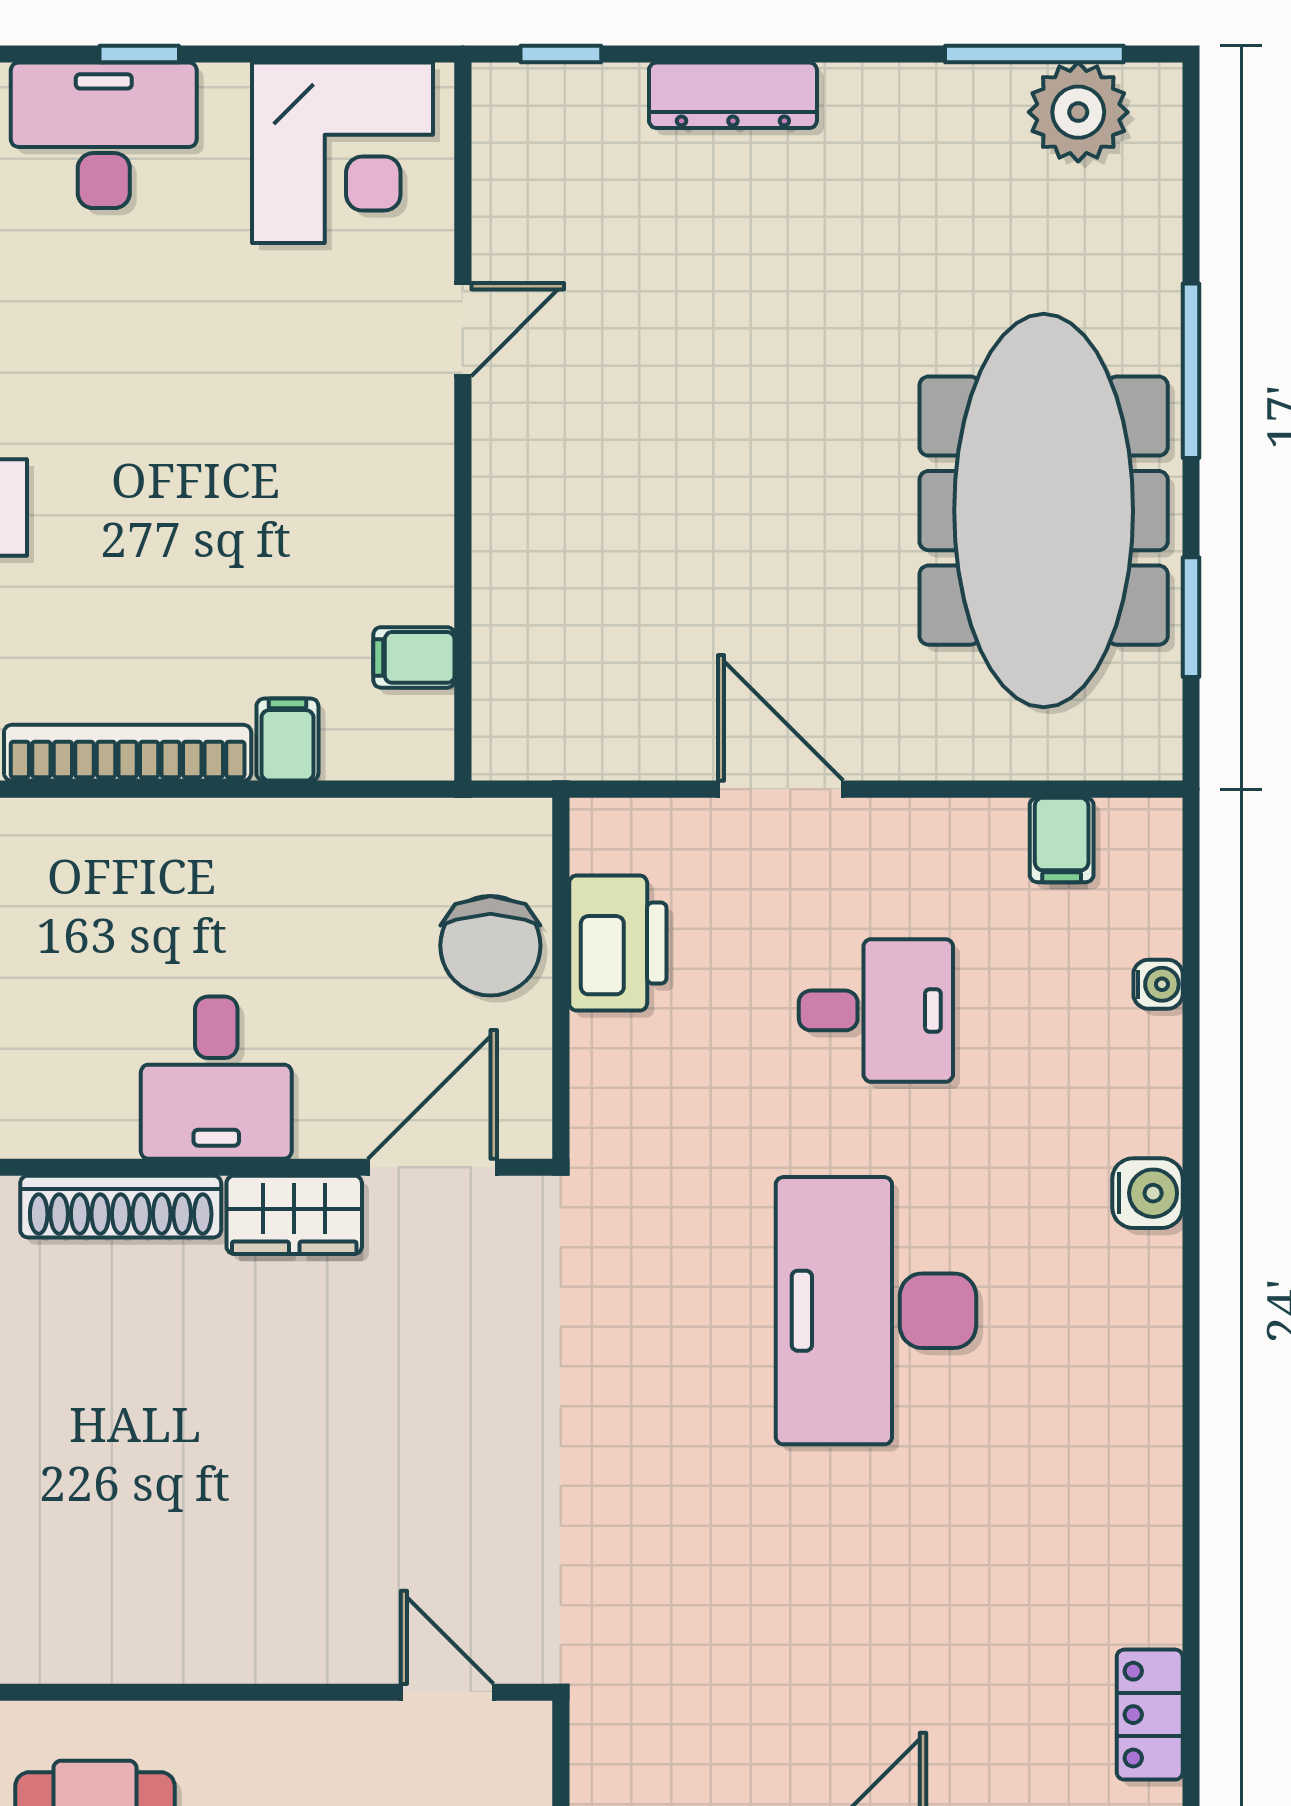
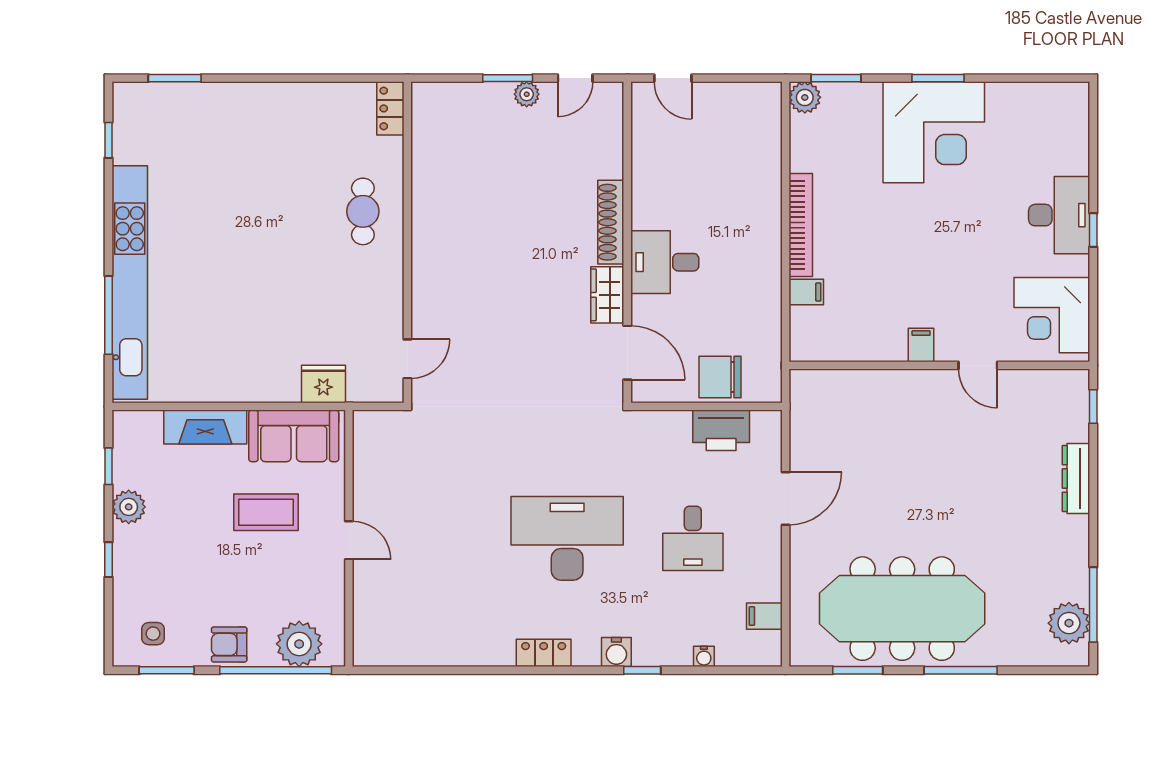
filing cabinet: (414, 657) -> (921, 345), moved
window: (1191, 1132) -> (642, 670), added
locker: (1150, 1715) -> (544, 653), moved

